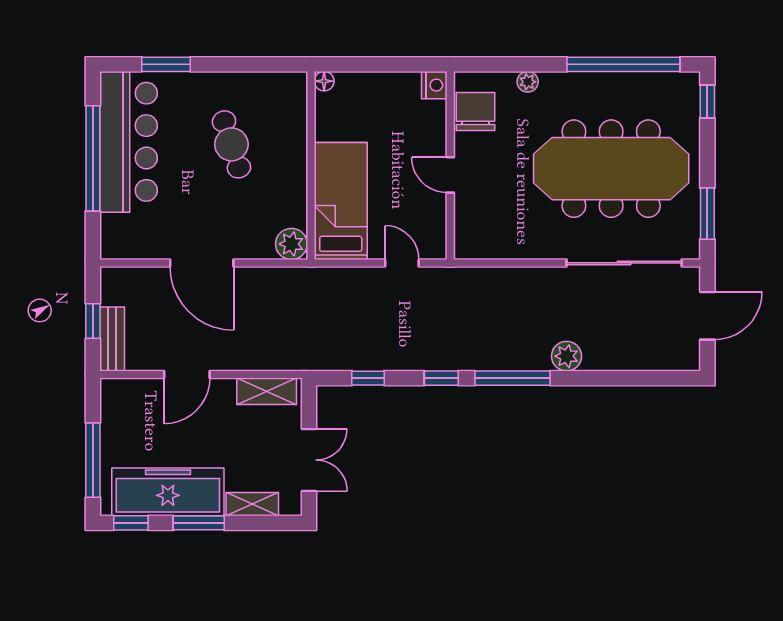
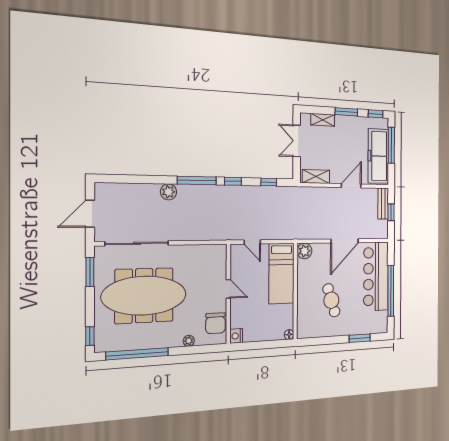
bar counter: (129, 142) -> (376, 276), moved
door: (202, 263) -> (345, 241), swing flipped
freezer: (168, 492) -> (378, 156), moved, turned 90

